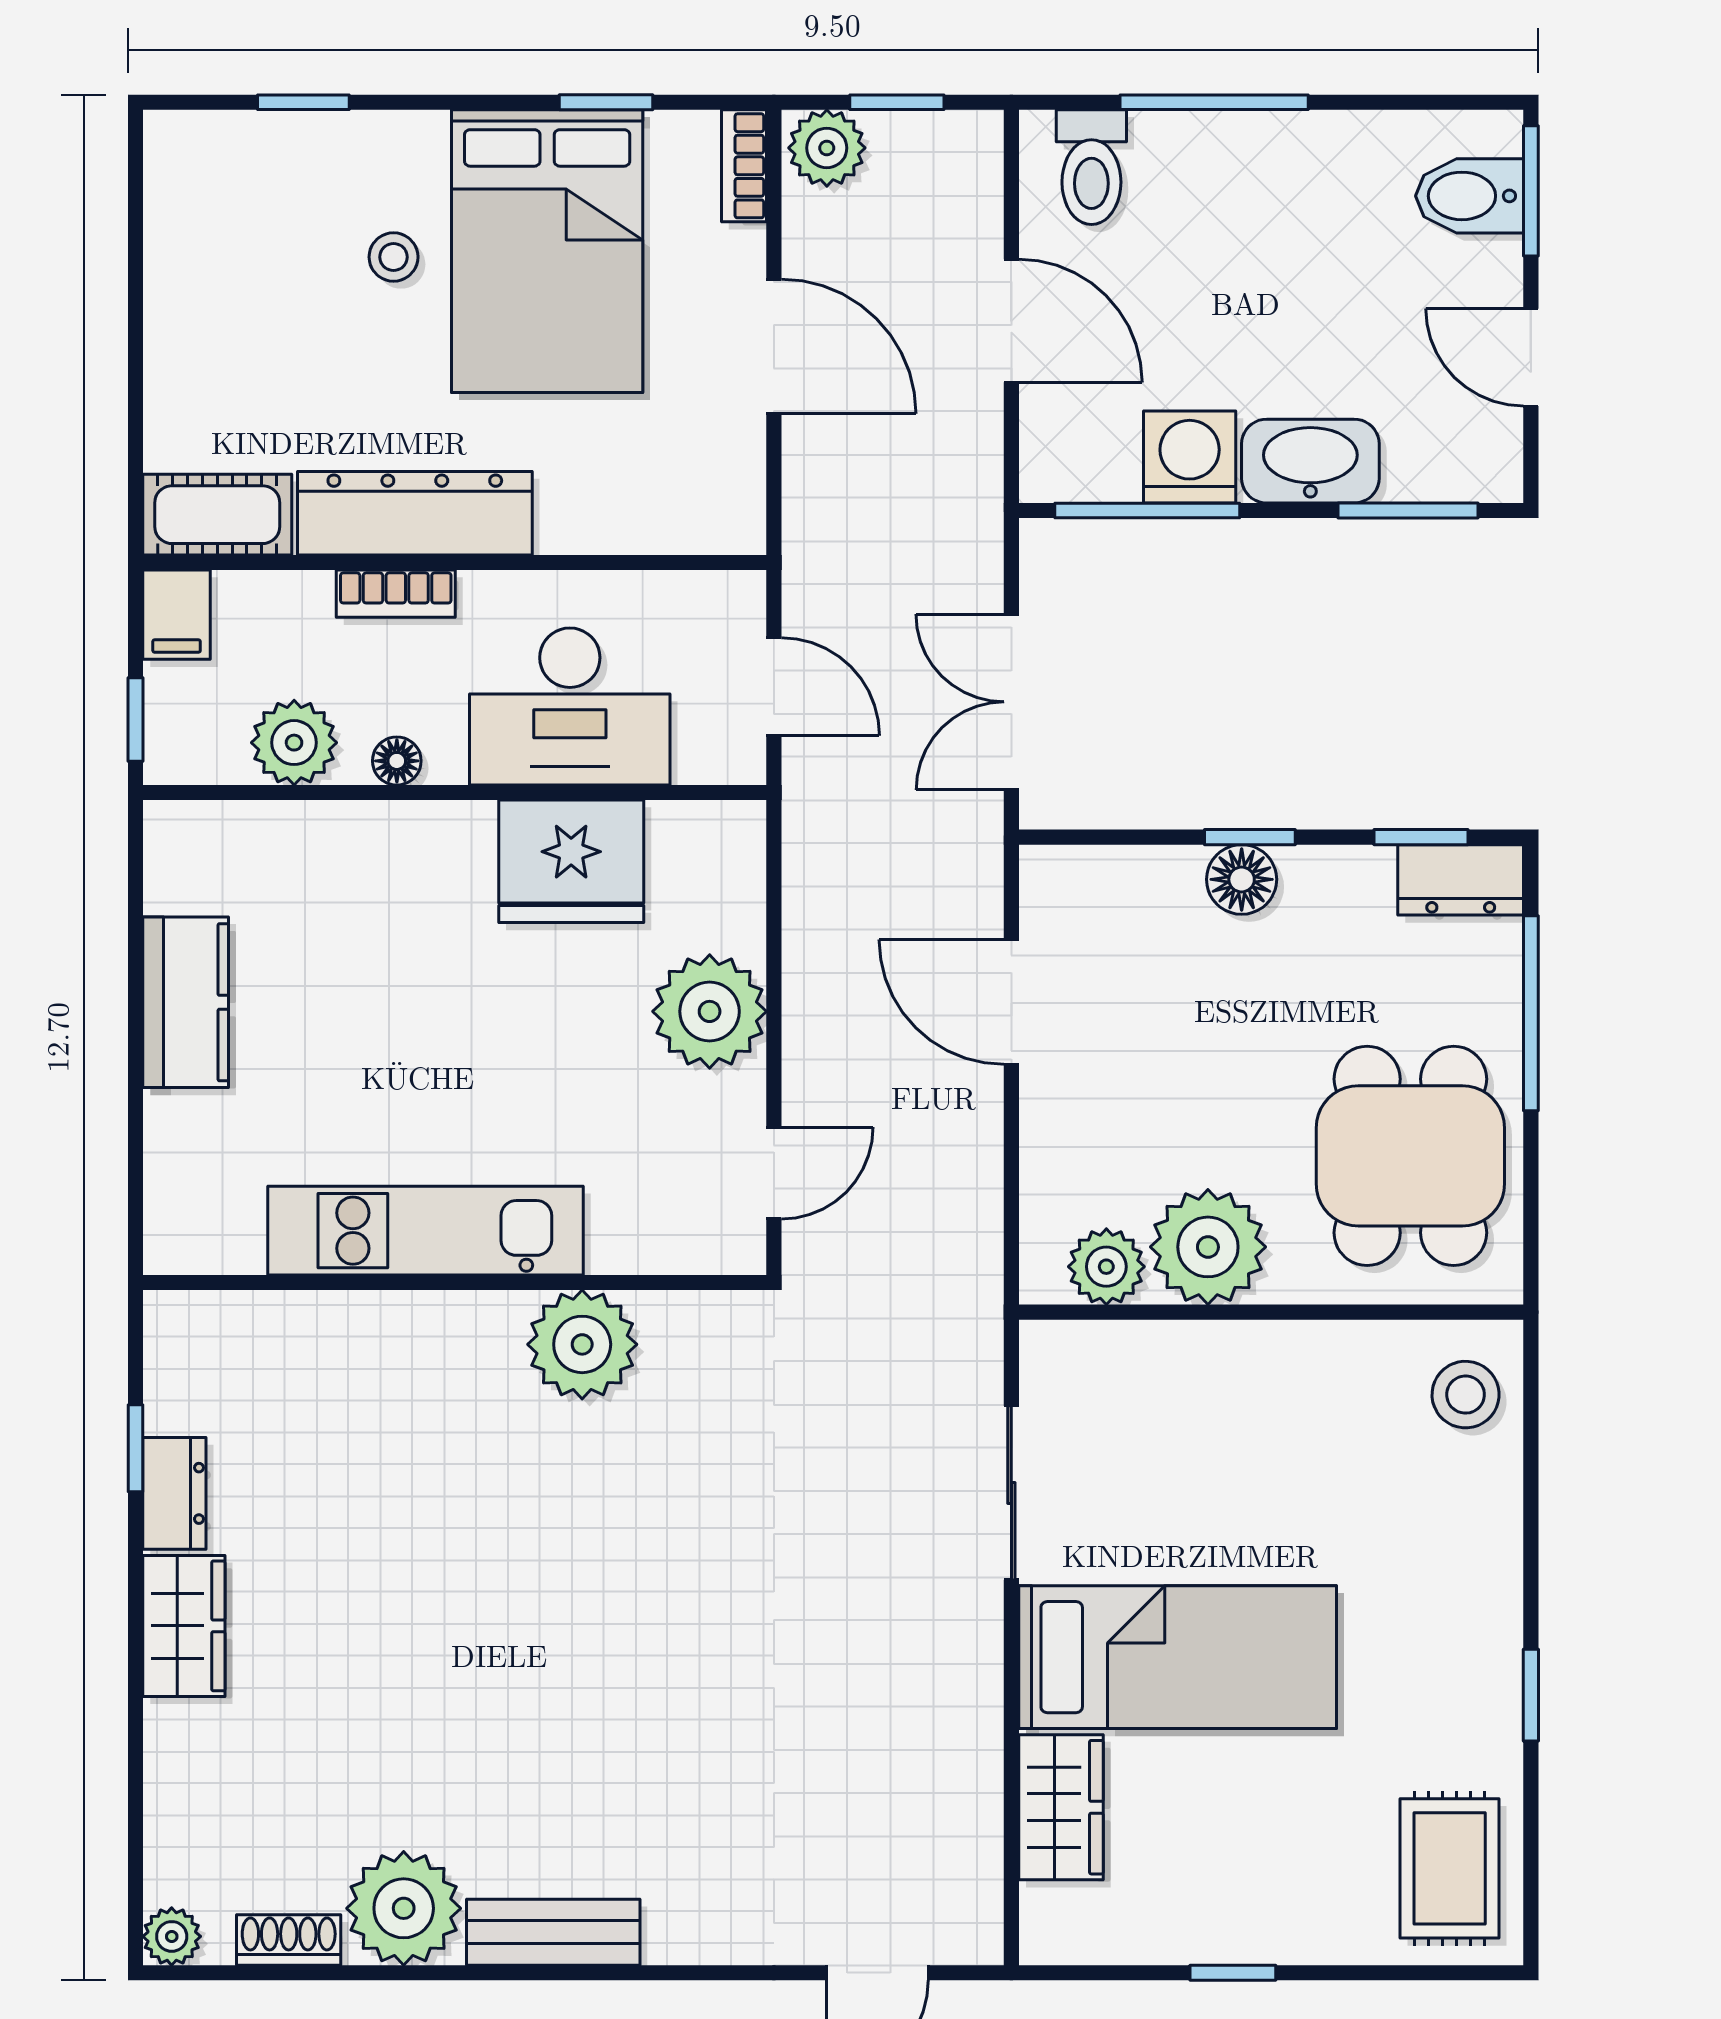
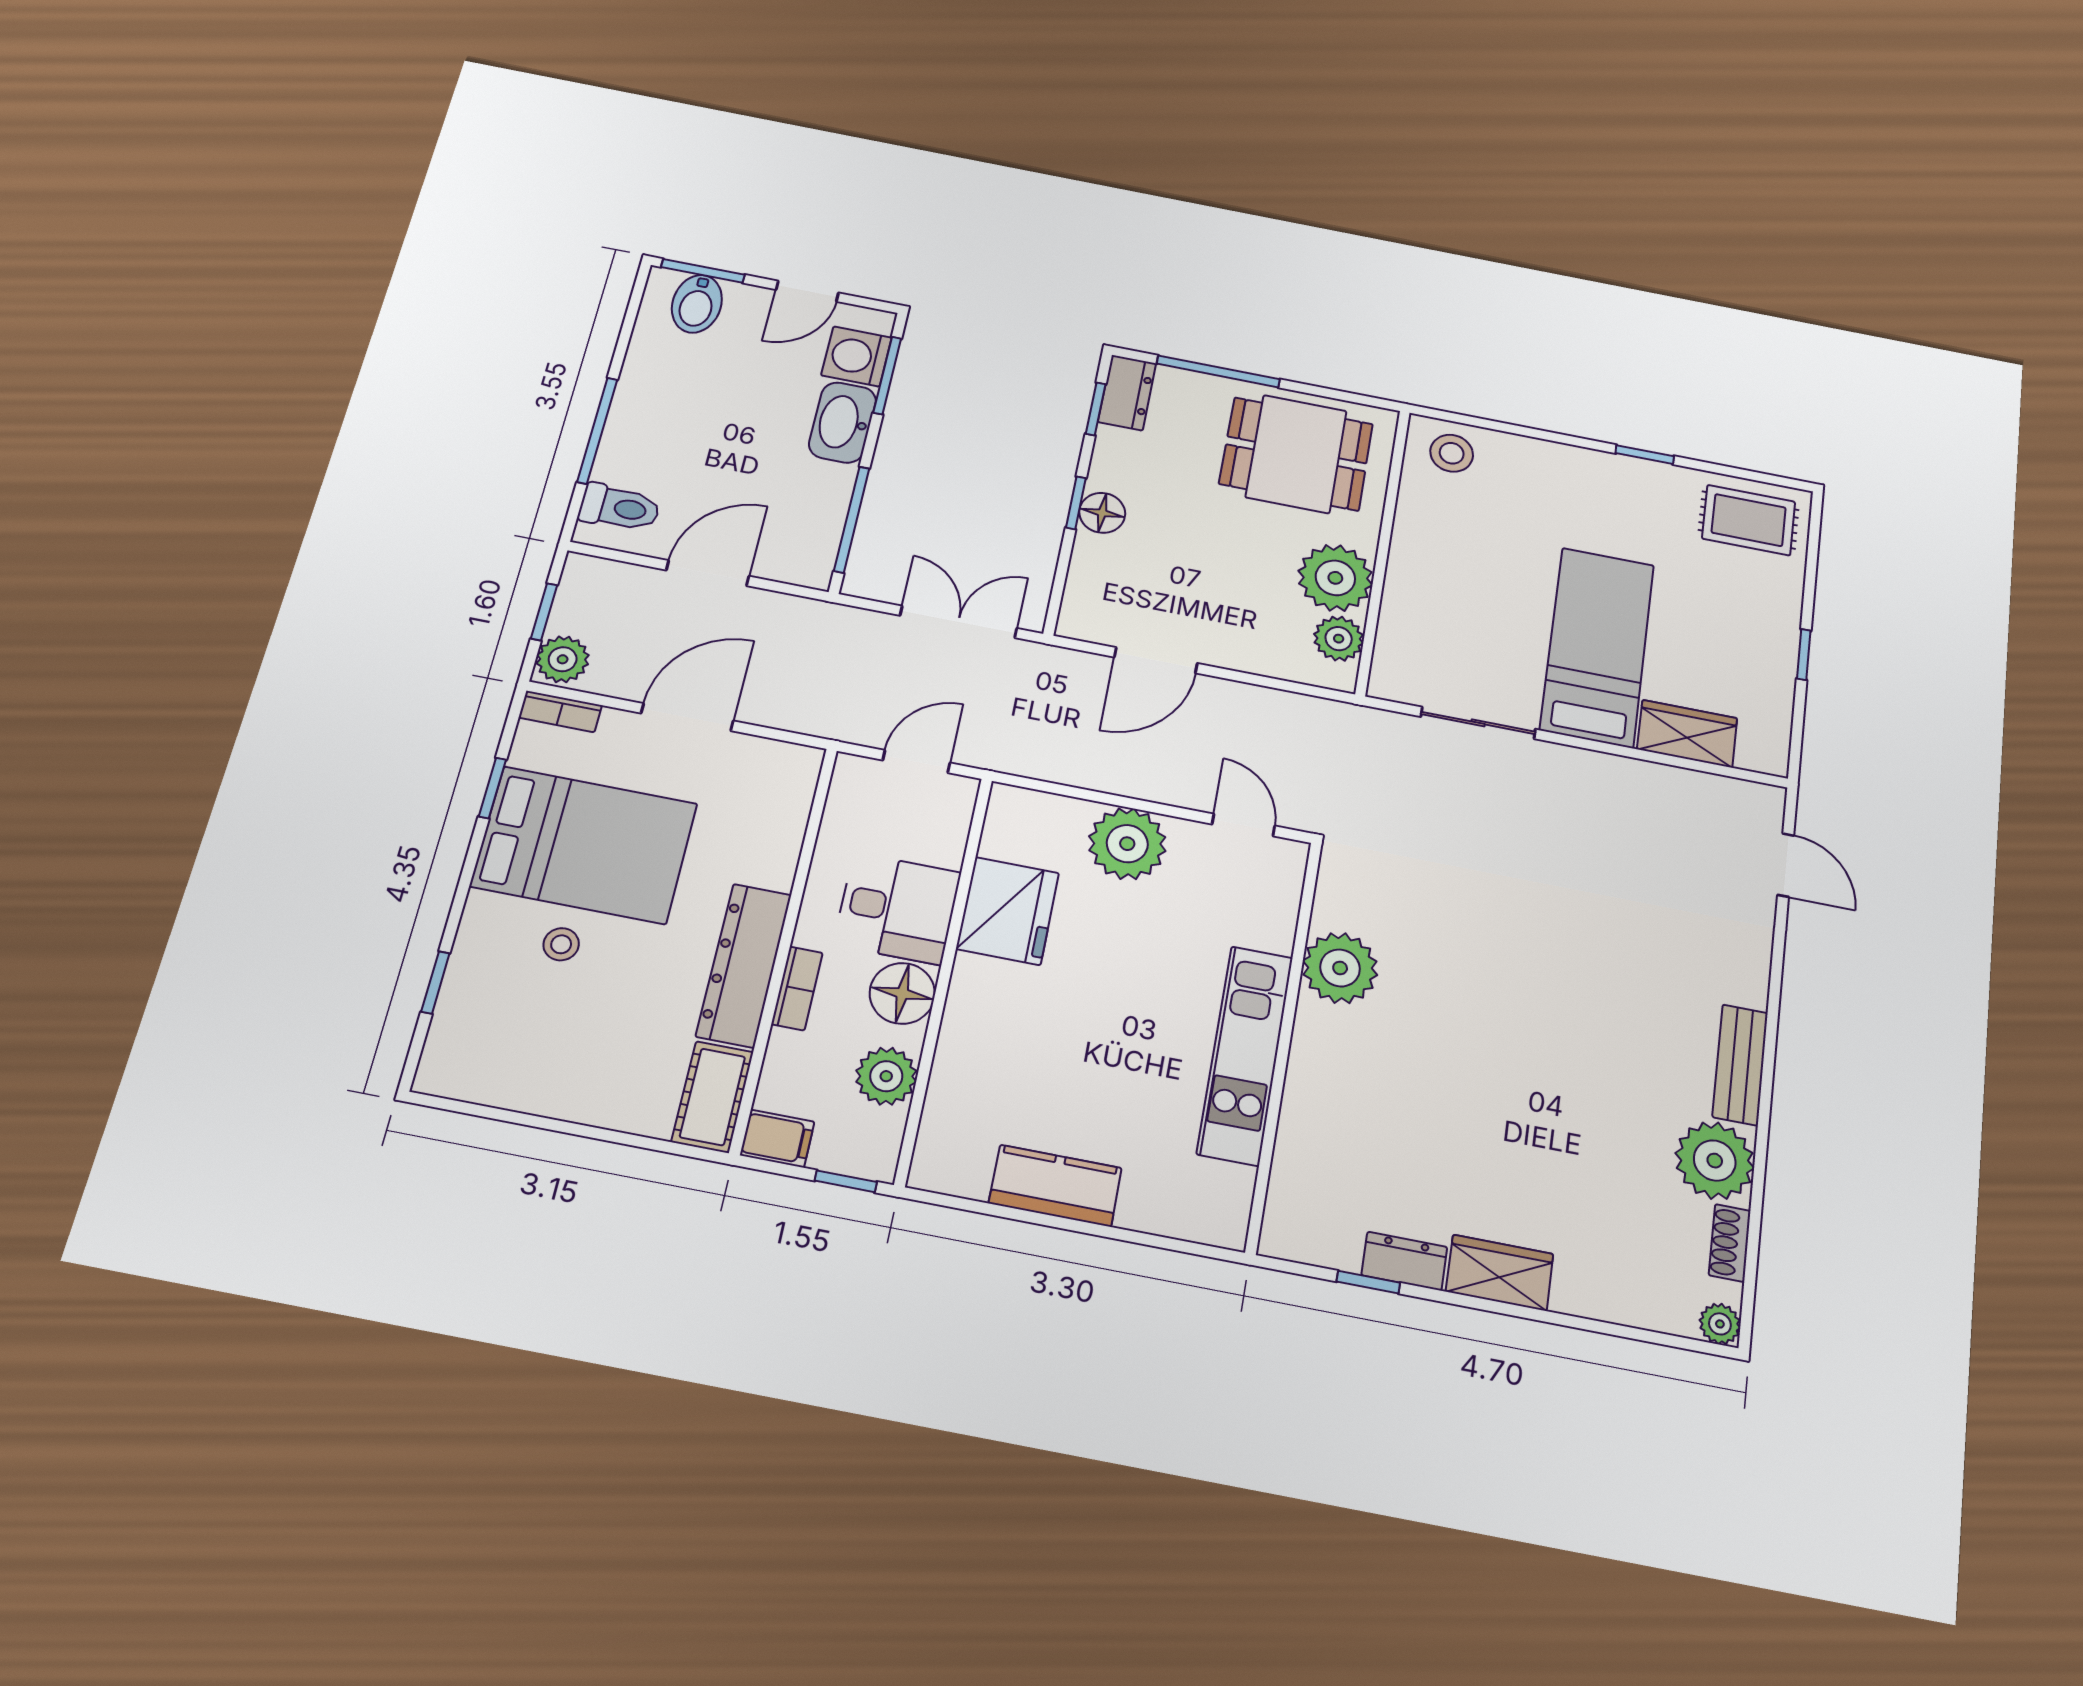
washing machine: (1190, 457) -> (856, 356), moved
double door: (1011, 702) -> (958, 622), swing flipped
desk: (570, 706) -> (897, 908), width x0.73
floor lamp: (397, 761) -> (902, 993), width x1.89, depth x1.89

